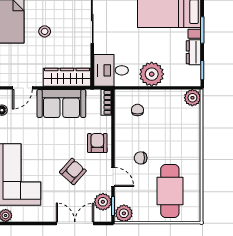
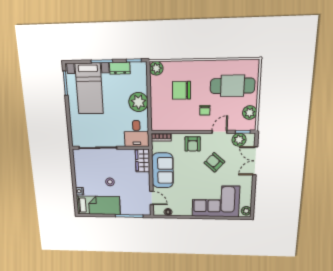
wardrobe: (67, 77) -> (143, 161), width x0.67
chair: (137, 110) -> (182, 90), moved, width x1.87, depth x1.87
armchair: (97, 143) -> (193, 144), turned -90
plant: (124, 213) -> (250, 113), moved

